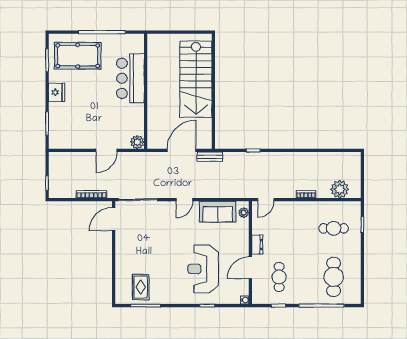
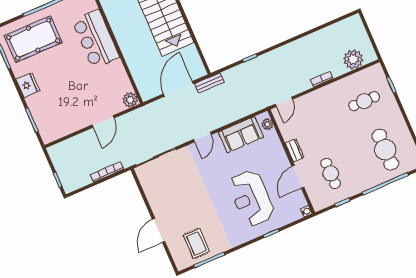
door: (114, 219) -> (159, 230), moved

